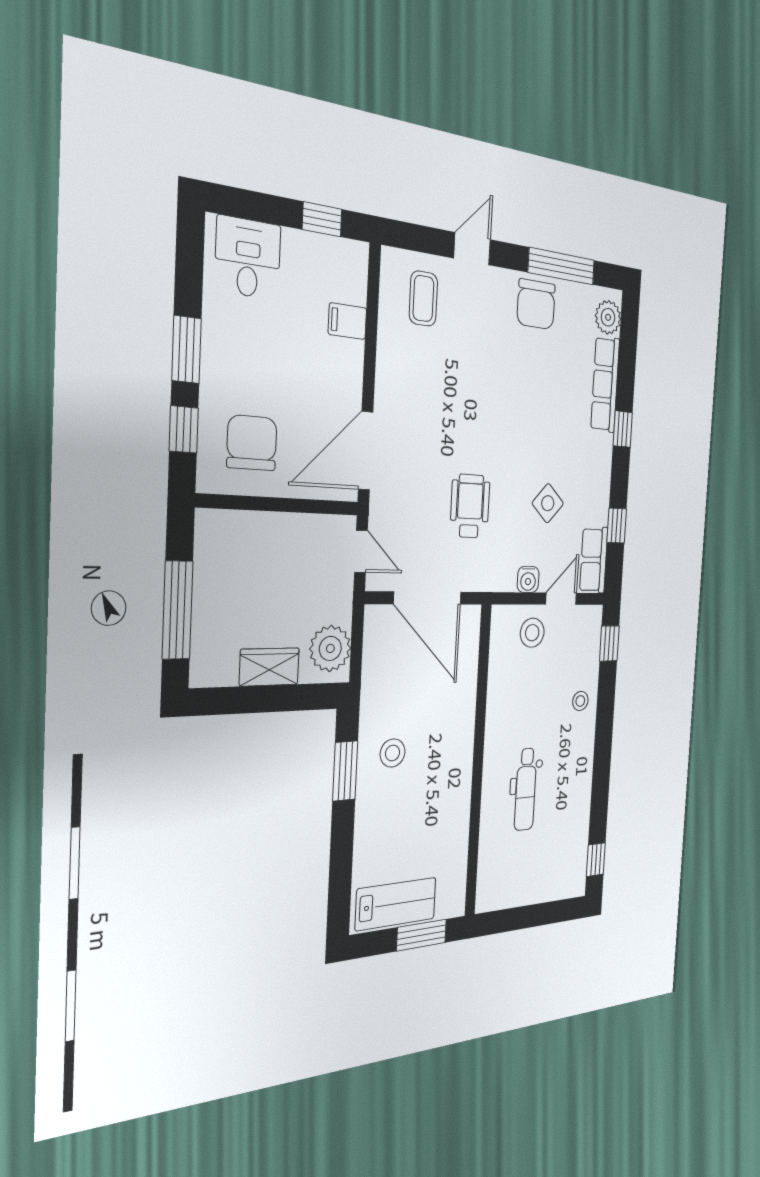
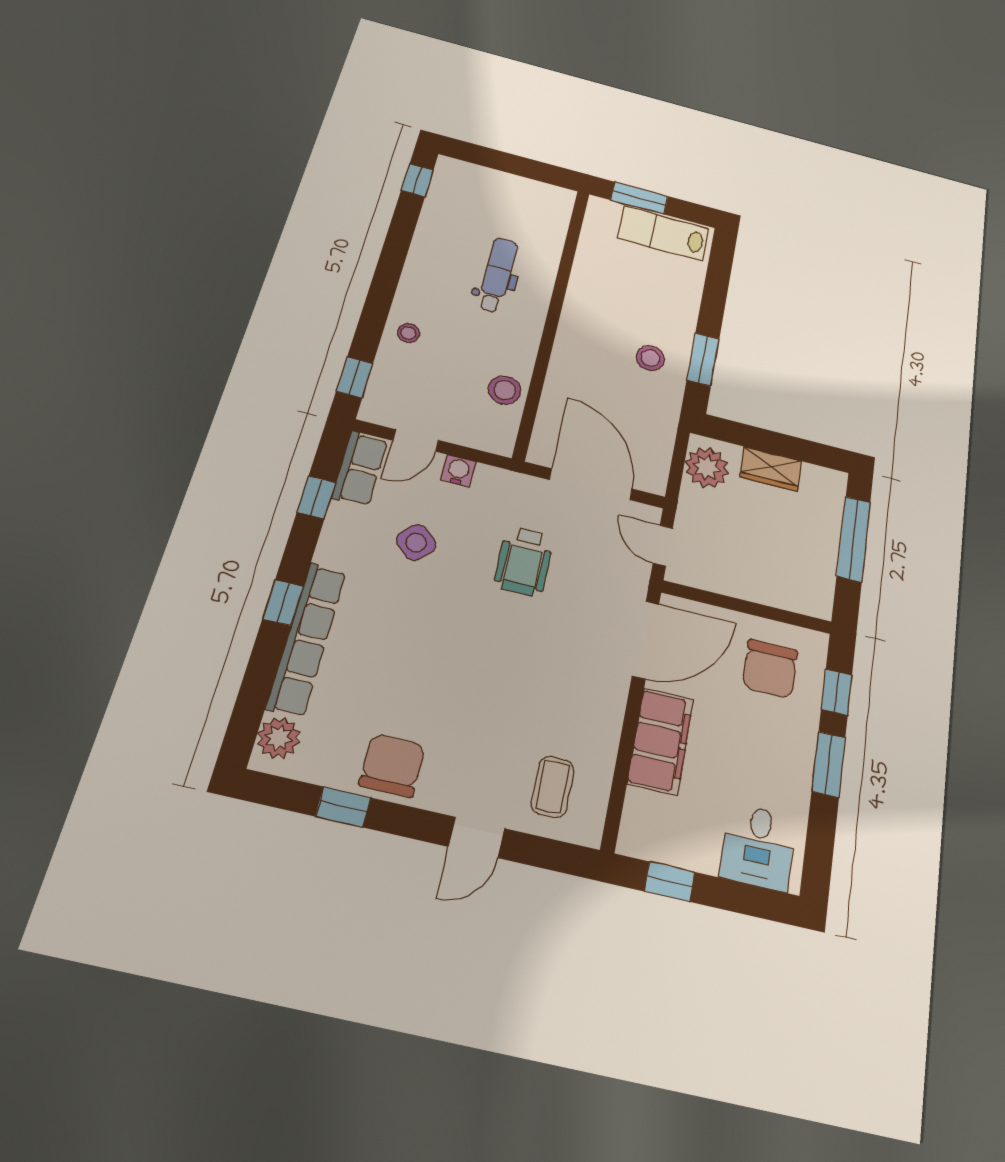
window: (562, 266) -> (343, 807), width x0.46
filing cabinet: (347, 321) -> (661, 741), width x3.00, depth x1.17
row of seats: (605, 384) -> (307, 639), width x1.36
stool: (532, 633) -> (505, 390), moved

